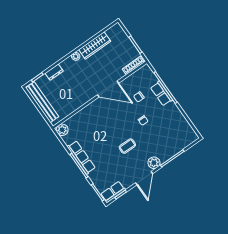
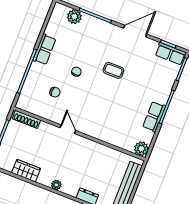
wardrobe: (95, 45) -> (26, 171), width x0.67
door: (108, 89) -> (68, 129), width x0.53
row of seats: (162, 94) -> (44, 49), moved
row of seats: (81, 157) -> (154, 117), width x0.68
plant: (154, 163) -> (74, 17), moved

